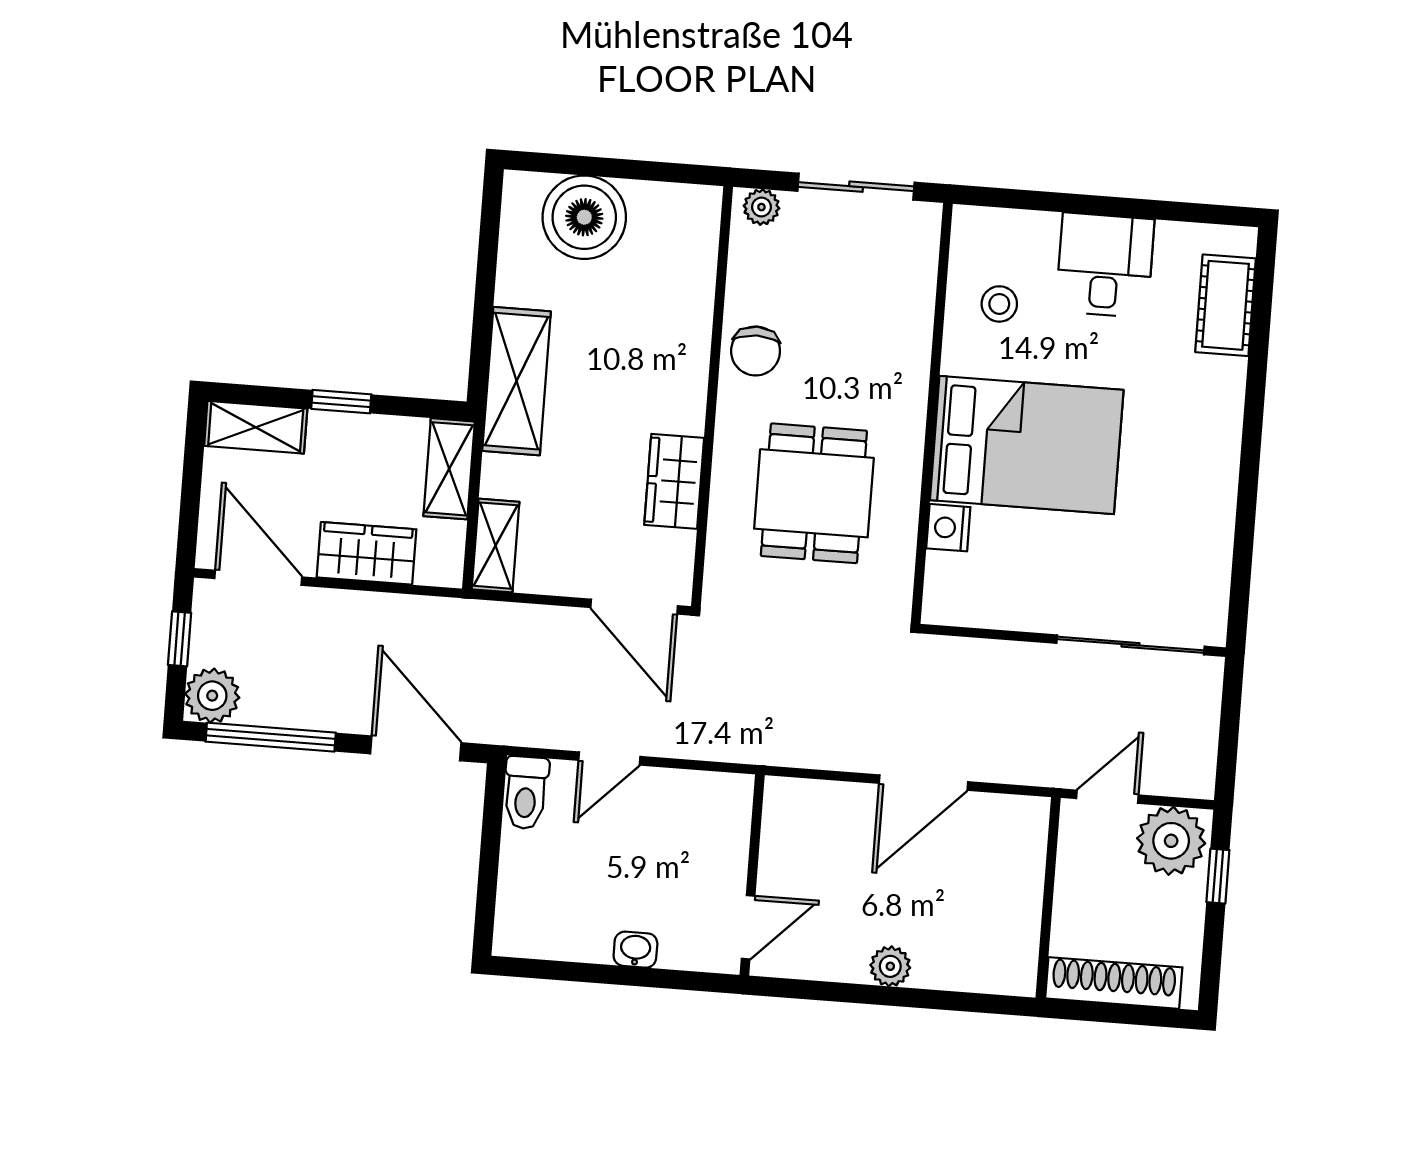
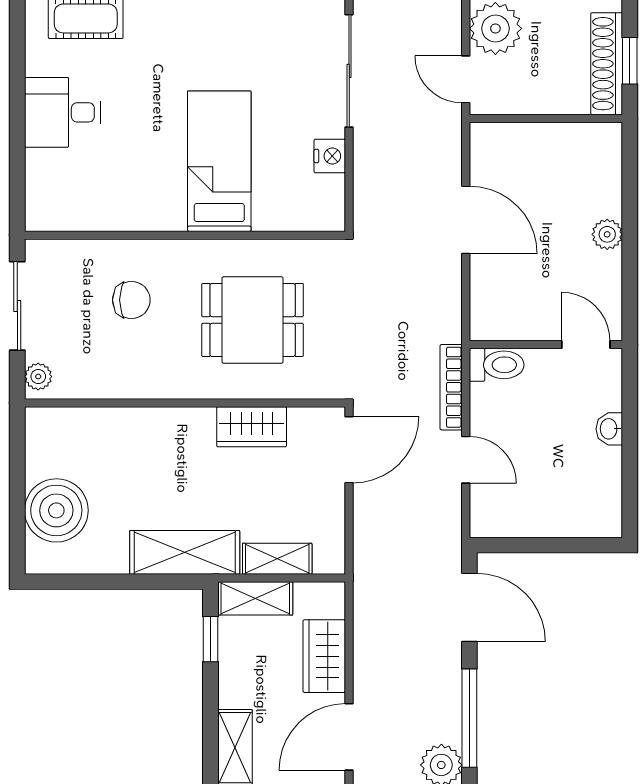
stool: (999, 304) -> (98, 190), removed
chair: (756, 351) -> (131, 300), moved
window: (341, 402) -> (210, 639), moved
bed: (1027, 445) -> (219, 161), width x0.67
nightstand: (948, 528) -> (330, 156), moved, turned -90
shelving: (495, 546) -> (277, 559), moved
bookcase: (706, 747) -> (451, 387), added
door: (416, 748) -> (469, 607), swing flipped
toilet: (526, 793) -> (497, 365), moved
window: (1115, 1013) -> (630, 61), added

